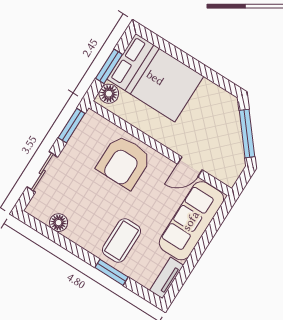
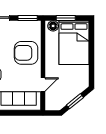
window: (247, 134) -> (75, 101), width x0.69
door: (190, 167) -> (43, 85), swing flipped

